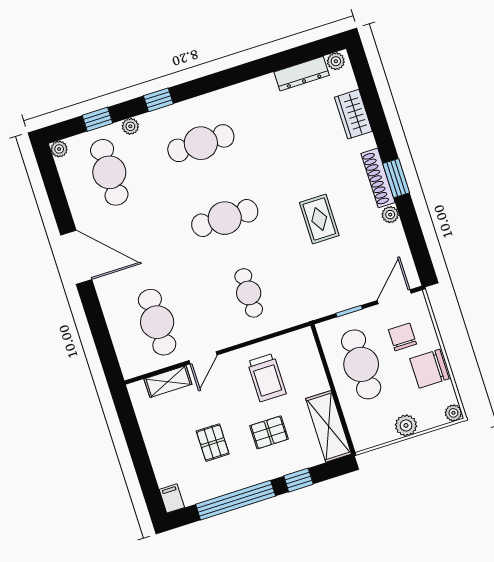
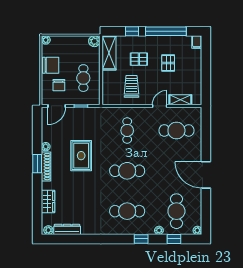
rug: (319, 219) -> (81, 156), width x1.36, depth x1.43
cafe table: (157, 322) -> (176, 130), turned 90
cafe table: (361, 364) -> (83, 78), width x0.73, depth x0.74
plant: (406, 425) -> (94, 41), moved

